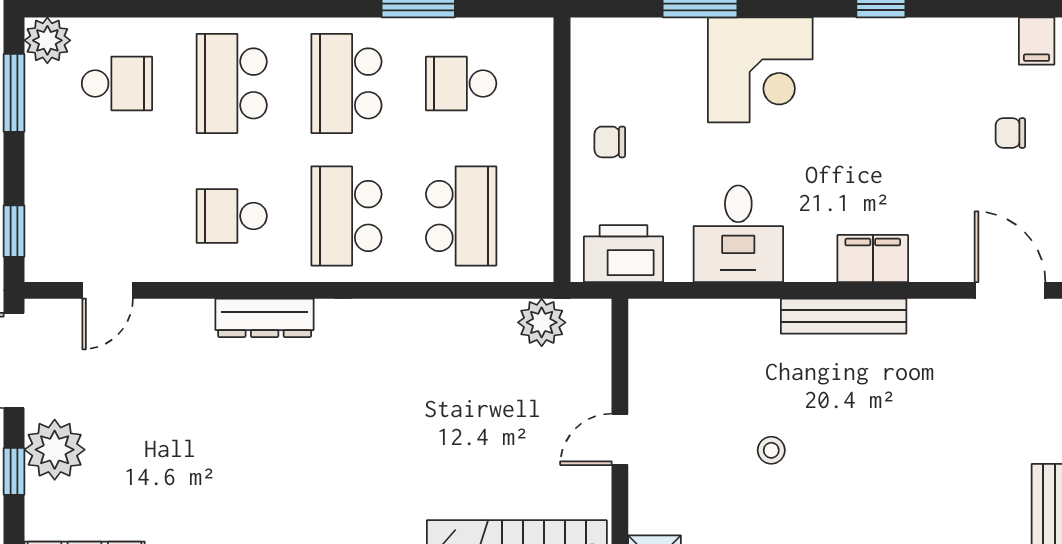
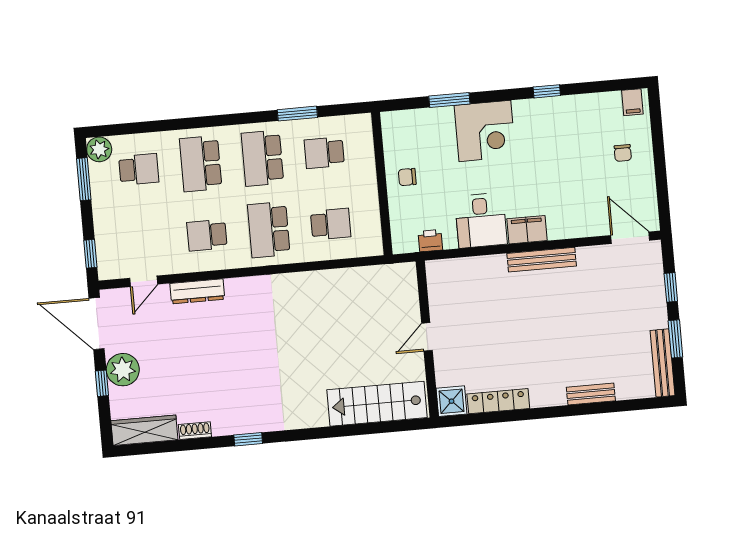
chair: (1010, 133) -> (623, 153), turned -90
school desk: (461, 216) -> (331, 224), width x0.54
printer: (623, 254) -> (430, 241), width x0.53, depth x0.68
filing cabinet: (873, 258) -> (527, 230), moved
dresser: (265, 318) -> (197, 291), moved
plant: (542, 322) -> (379, 278), removed
stool: (771, 450) -> (509, 335), removed

